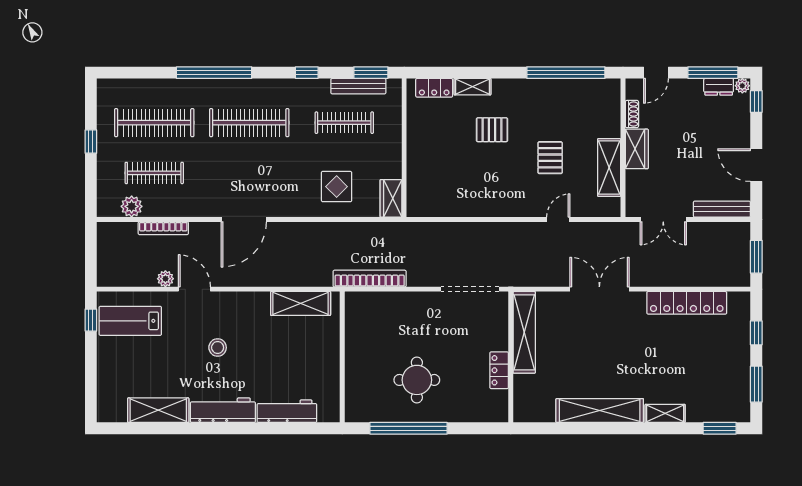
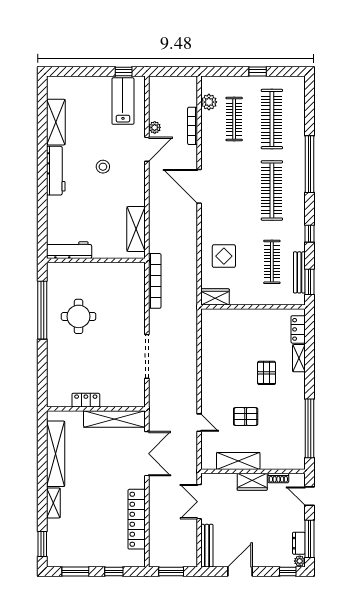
shelving: (524, 332) -> (114, 419), moved
wall: (511, 357) -> (96, 409), moved
locker: (499, 370) -> (86, 400), moved
workbench: (287, 411) -> (69, 250), moved, turned -90

